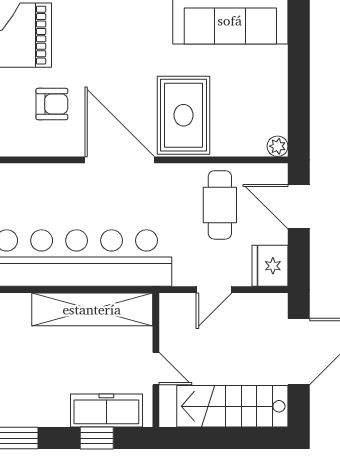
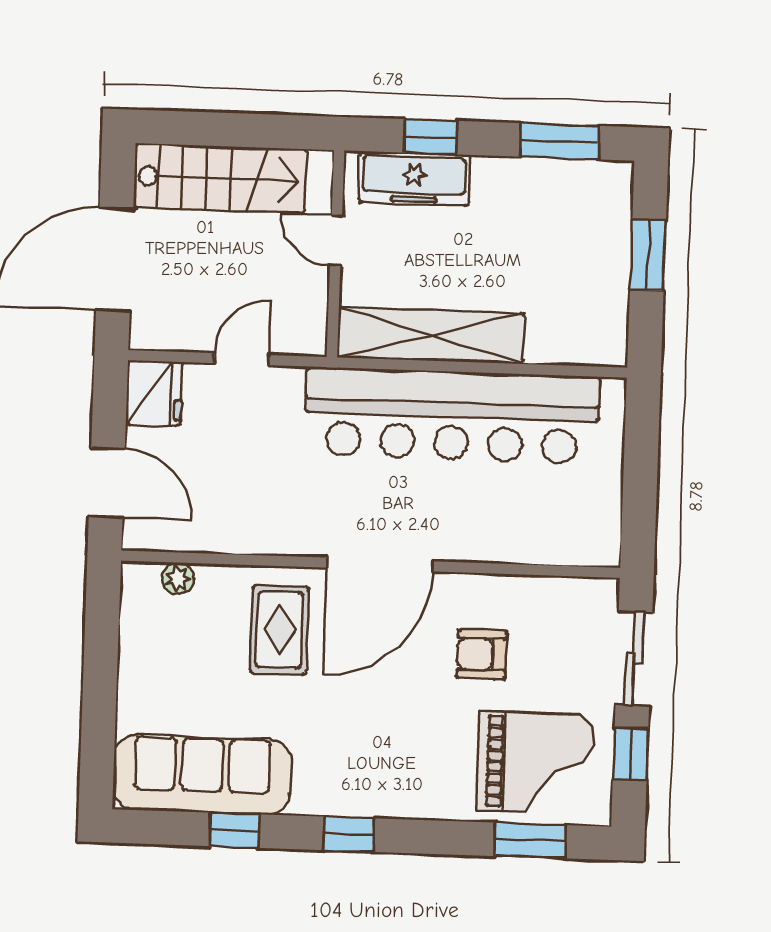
rug: (183, 115) -> (280, 630), width x0.73, depth x0.70
plant: (278, 146) -> (178, 578), moved
door: (120, 160) -> (380, 565), hinge flipped
cafe table: (220, 205) -> (228, 490), removed

